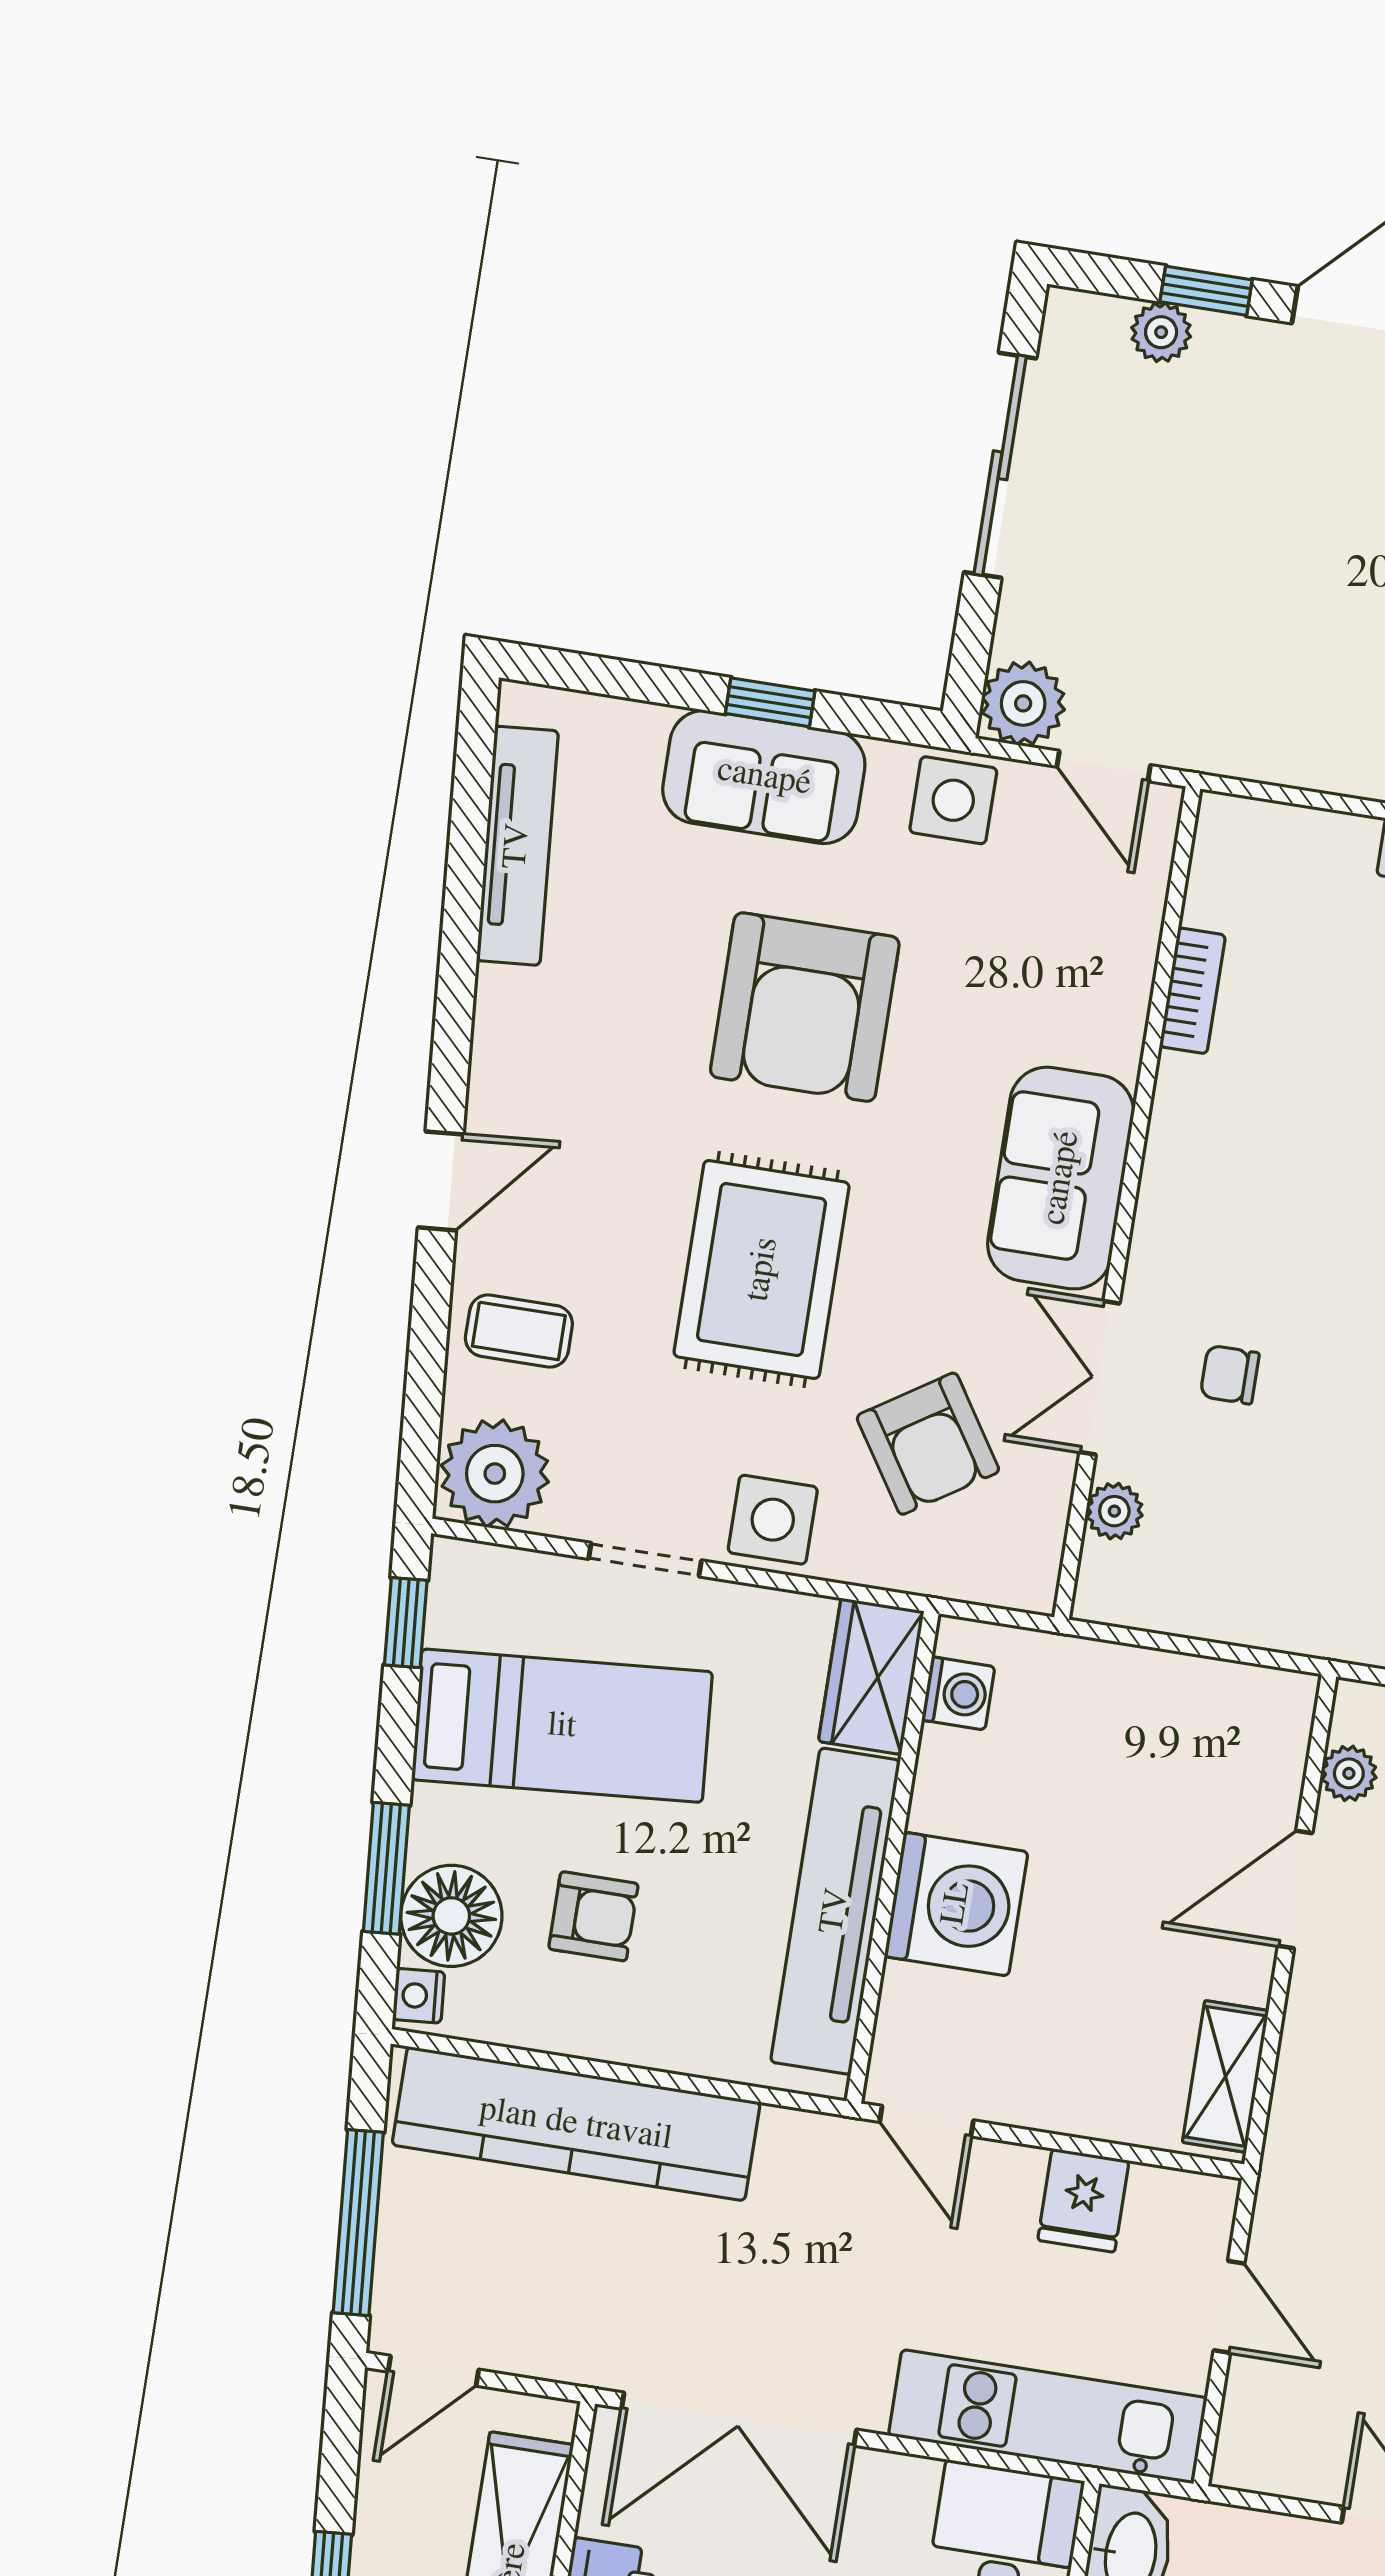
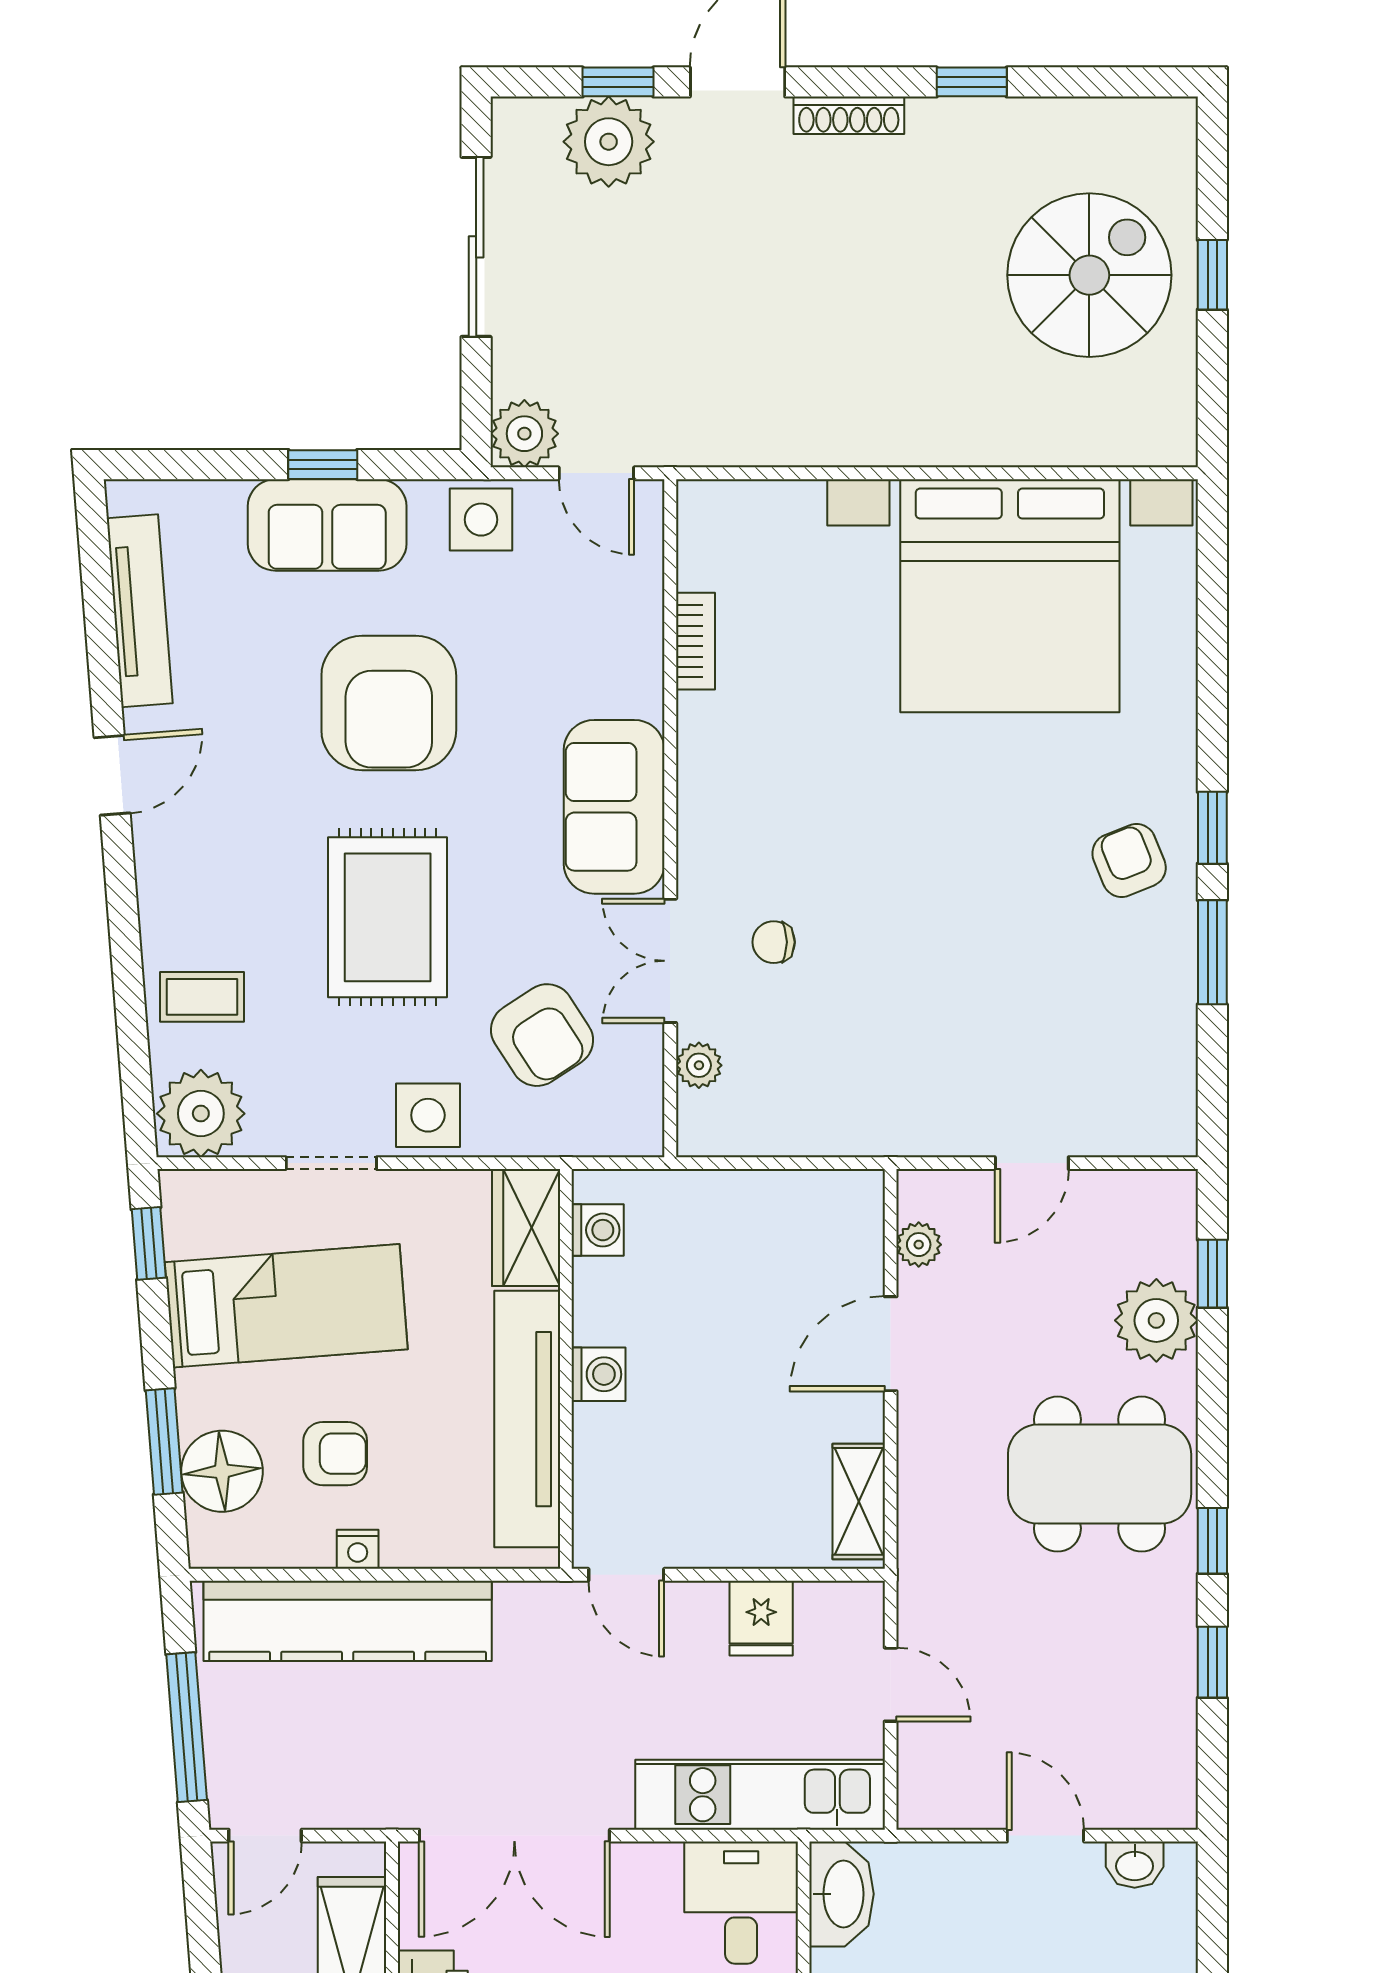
plant: (1161, 332) -> (609, 142), width x1.88, depth x1.88
door: (441, 1181) -> (112, 775), moved
washing machine: (956, 1904) -> (599, 1374), width x0.53, depth x0.53
nightstand: (419, 1996) -> (358, 1549), moved, turned -86

